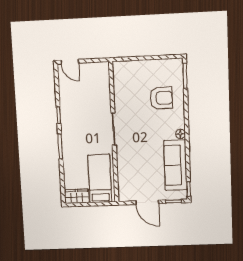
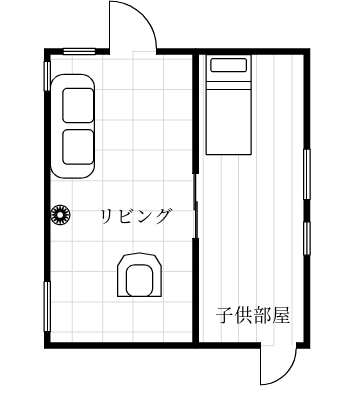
door: (70, 62) -> (278, 346), swing flipped
armchair: (161, 98) -> (139, 275), moved, turned -90
floor lamp: (181, 134) -> (60, 215), moved
wardrobe: (77, 196) -> (279, 69), removed

